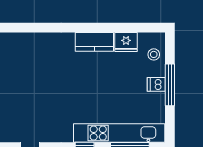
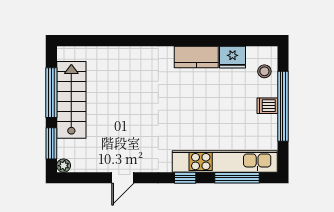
window: (170, 85) -> (283, 106), width x1.46

